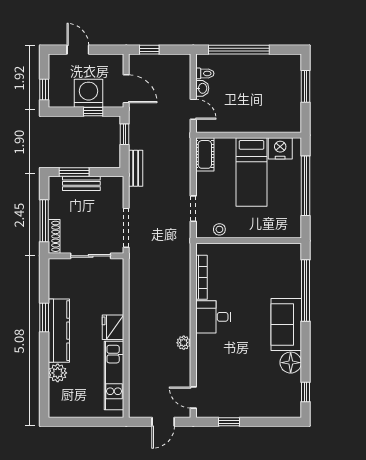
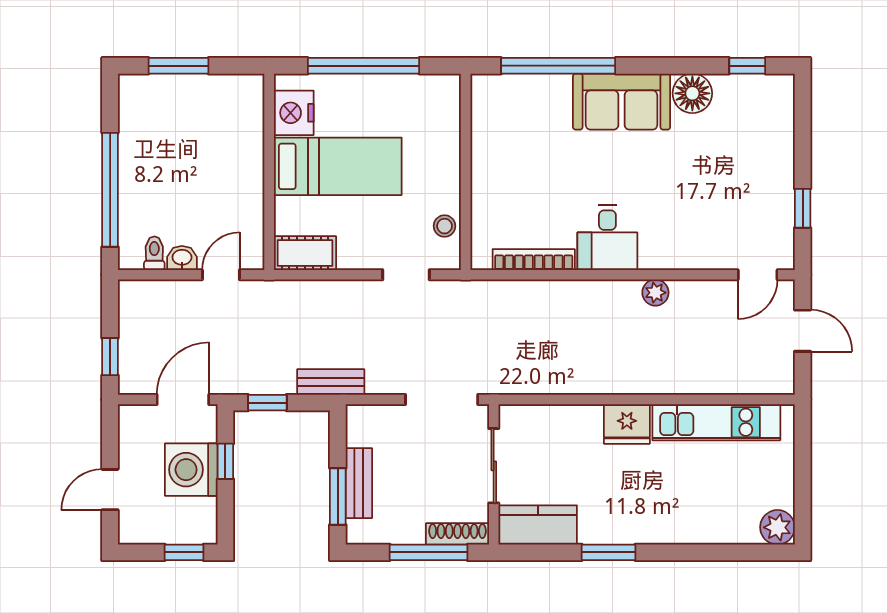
kitchen counter: (59, 331) -> (538, 525), moved, width x0.67
plant: (58, 373) -> (777, 527), moved

